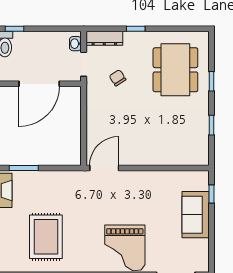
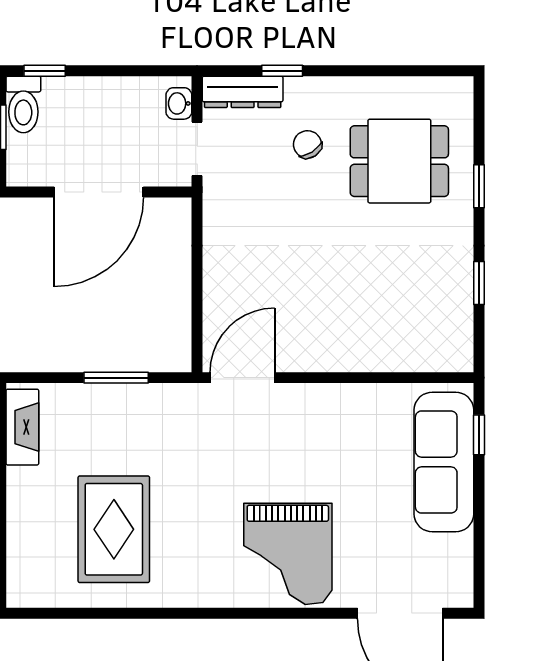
window: (136, 29) -> (282, 71), moved
dining table: (175, 70) -> (399, 161), width x0.73
chair: (118, 78) -> (307, 144), moved
window: (24, 168) -> (116, 378), moved
sofa: (196, 215) -> (444, 462), width x1.36

